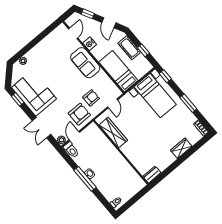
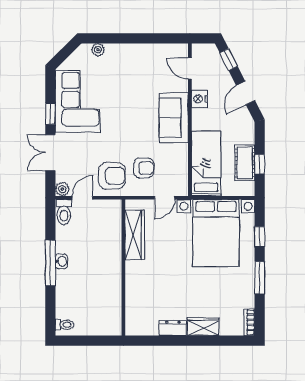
door: (73, 33) -> (190, 68), swing flipped
cot: (129, 48) -> (245, 163), moved
window: (165, 76) -> (260, 237), moved
bed with nightstands: (155, 96) -> (216, 233), width x1.36
window: (18, 99) -> (50, 114), moved
dresser: (152, 174) -> (173, 328), moved

